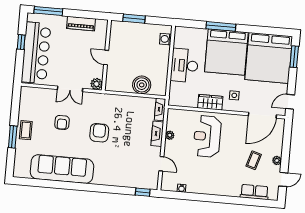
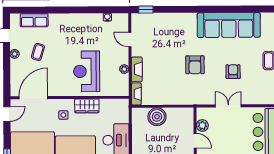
plant: (96, 84) -> (202, 125), moved
reception desk: (207, 136) -> (87, 71), turned 180

